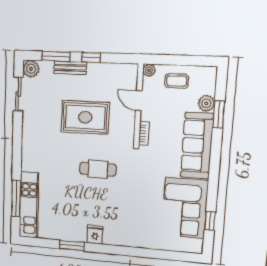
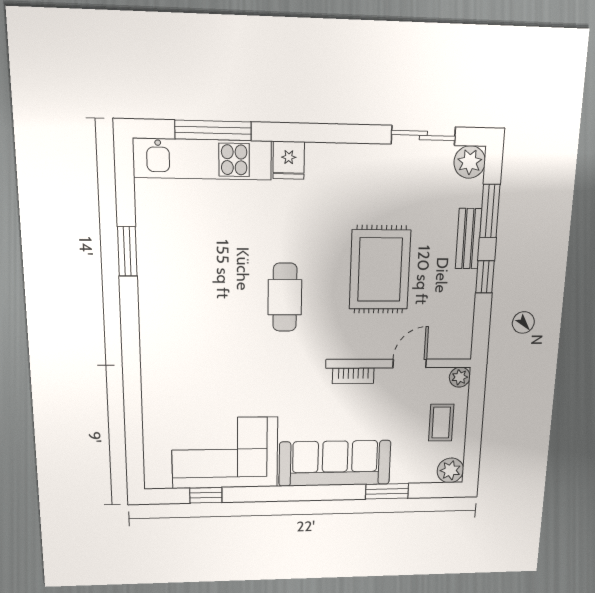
plant: (206, 103) -> (450, 470), moved
fridge: (95, 235) -> (289, 160), moved, turned 90

